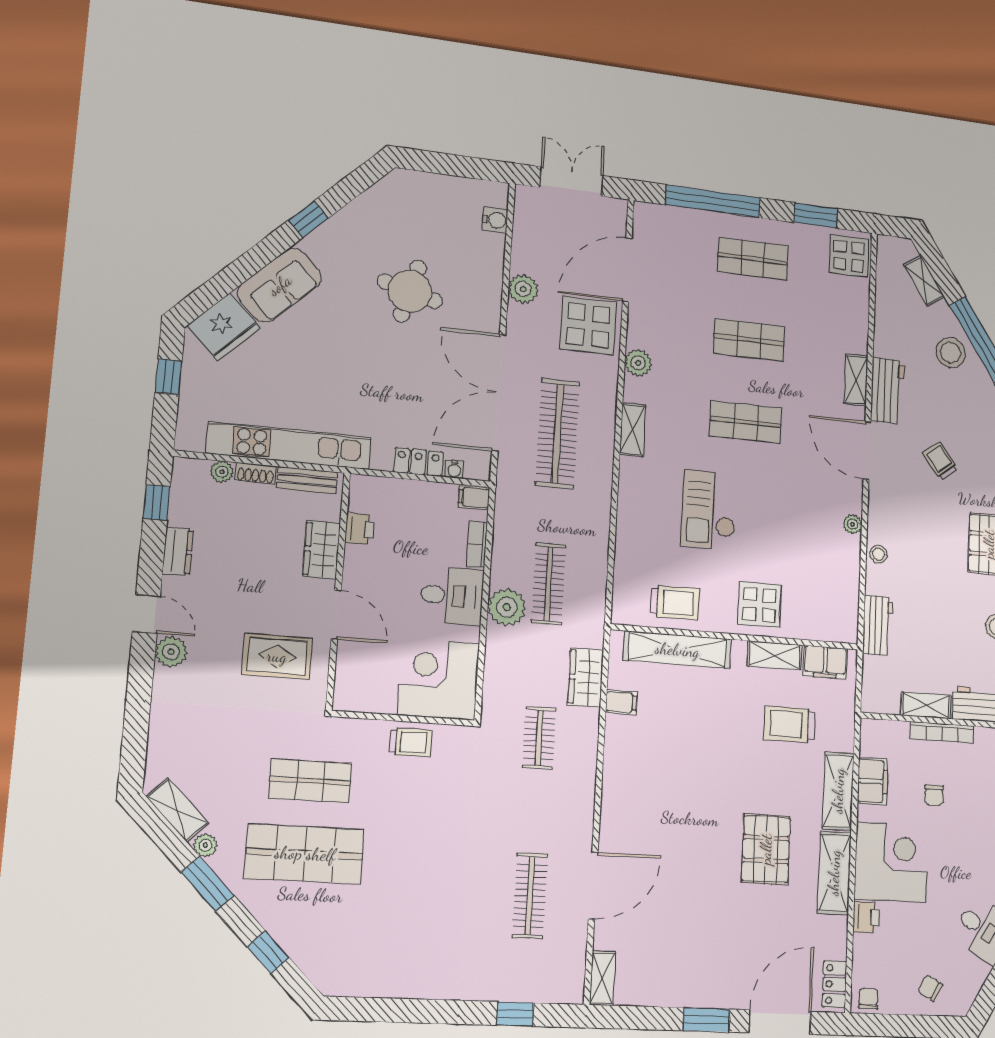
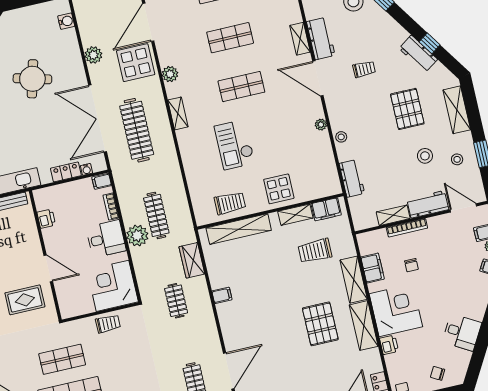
trolley: (940, 461) -> (364, 69), turned 128
wardrobe: (322, 550) -> (30, 236), removed
filing cabinet: (621, 702) -> (222, 295), moved

